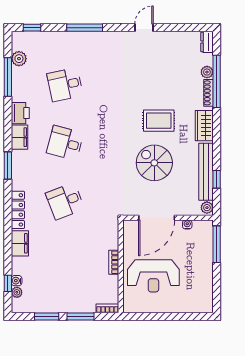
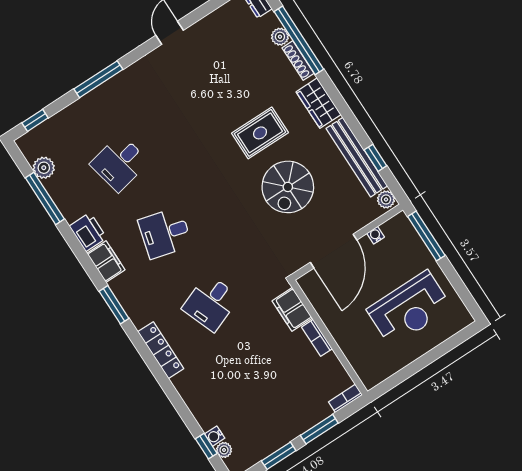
spiral stairs: (154, 163) -> (288, 187), turned -90
filing cabinet: (20, 243) -> (292, 309), moved, turned 180
reception desk: (153, 276) -> (409, 309), moved

